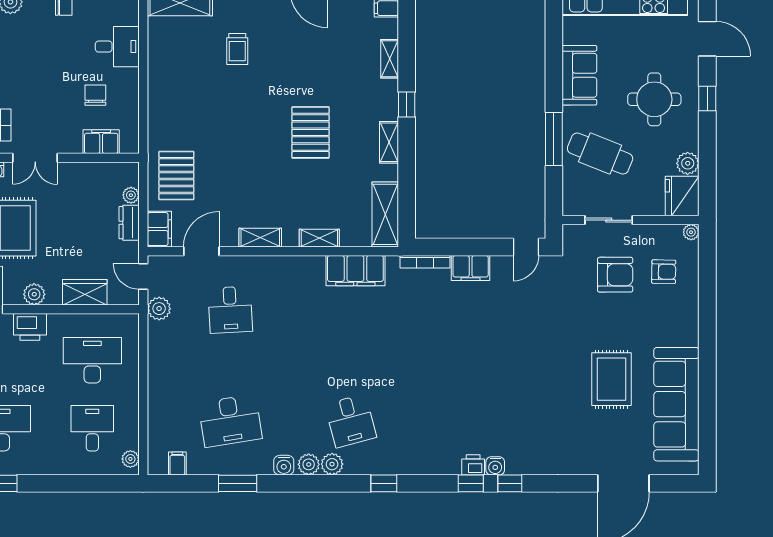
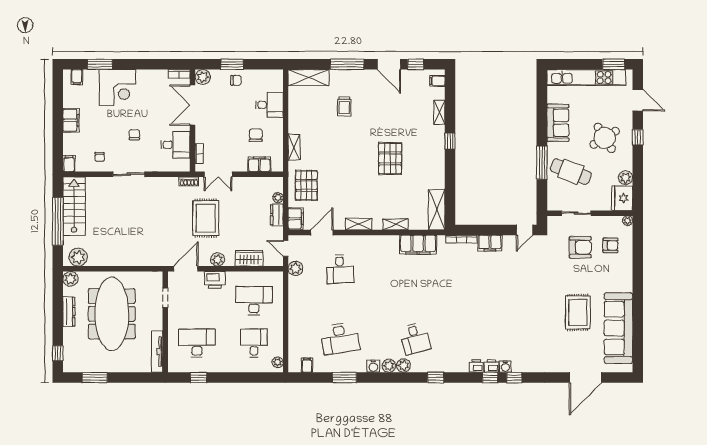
round table: (654, 99) -> (605, 138), turned -32
shelving: (389, 142) -> (294, 147), moved
printer: (449, 465) -> (476, 366), added

